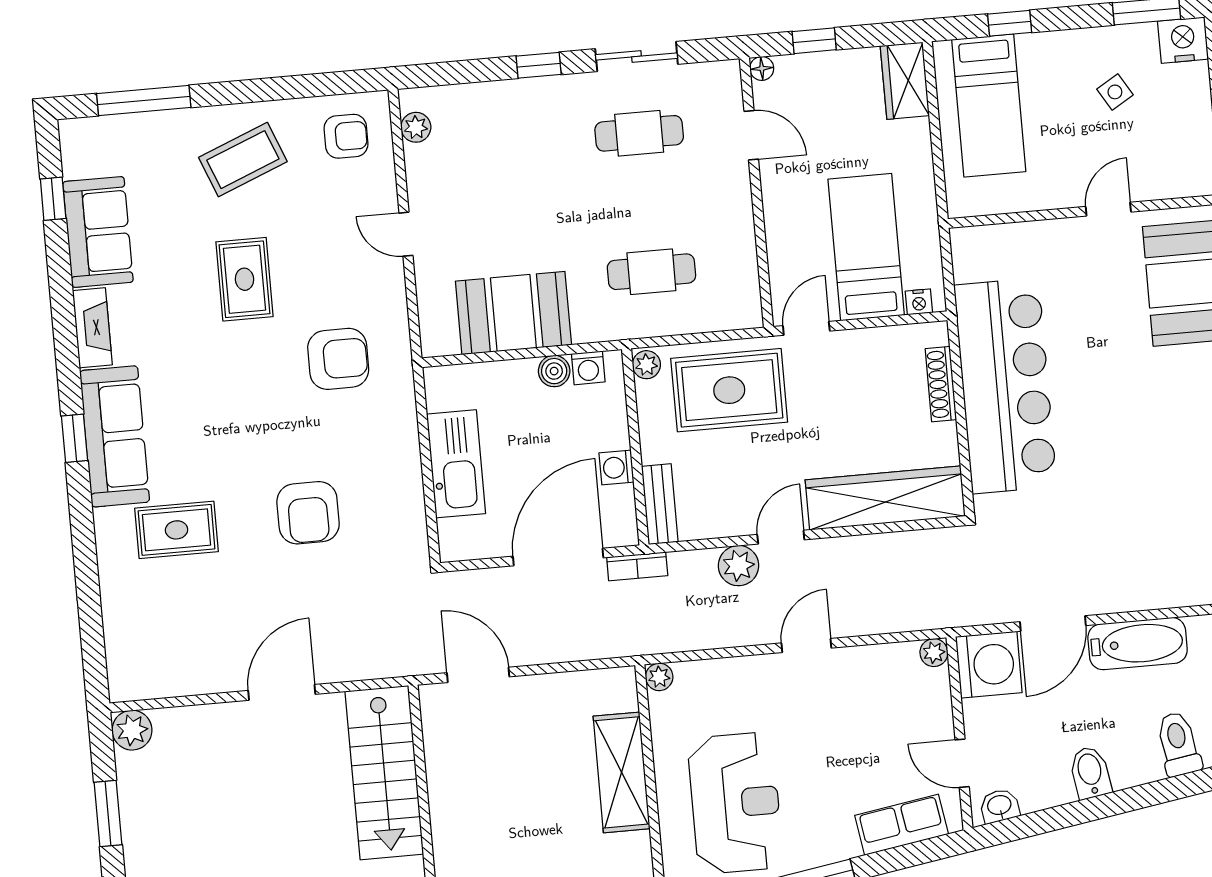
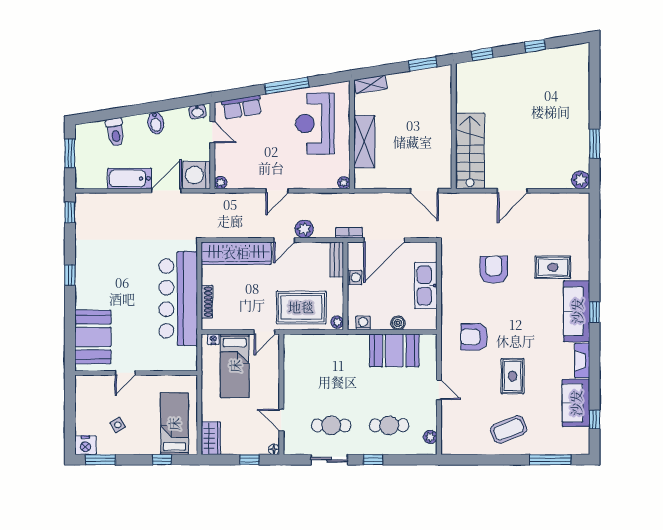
armchair: (346, 136) -> (462, 436), removed
cafe table: (651, 272) -> (389, 425), moved
boiler: (554, 371) -> (398, 323), moved

